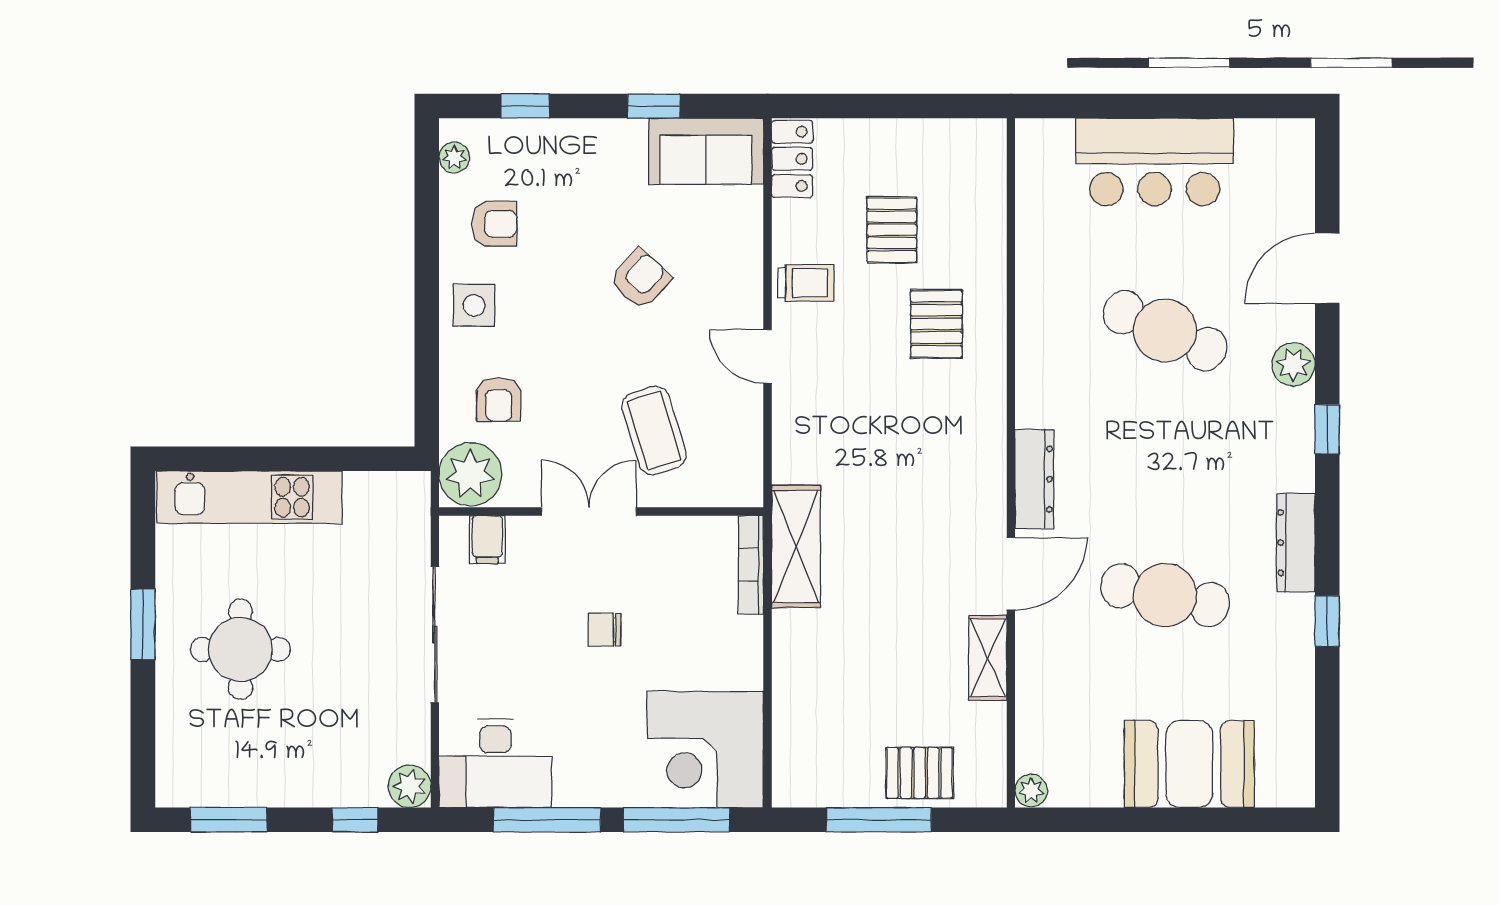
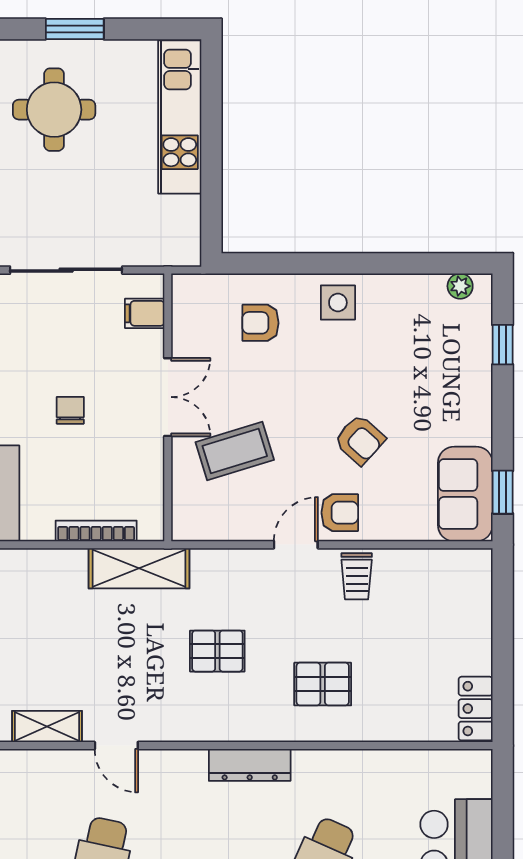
window: (654, 106) -> (503, 492), moved
locker: (792, 159) -> (476, 709), moved, turned 90
armchair: (494, 224) -> (340, 513), moved, turned -90
pallet: (892, 230) -> (217, 651), moved
plant: (470, 474) -> (199, 299), removed
dresser: (1034, 479) -> (250, 765), moved
bookcase: (751, 565) -> (96, 531), moved
door: (1011, 574) -> (116, 746), width x0.73

